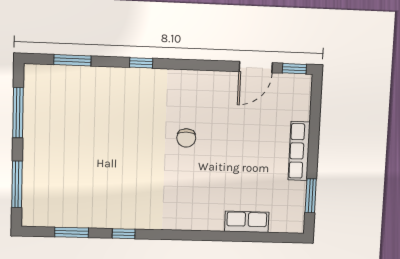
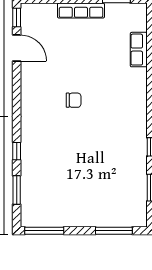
window: (141, 63) -> (17, 151), moved
window: (18, 113) -> (44, 231), moved

